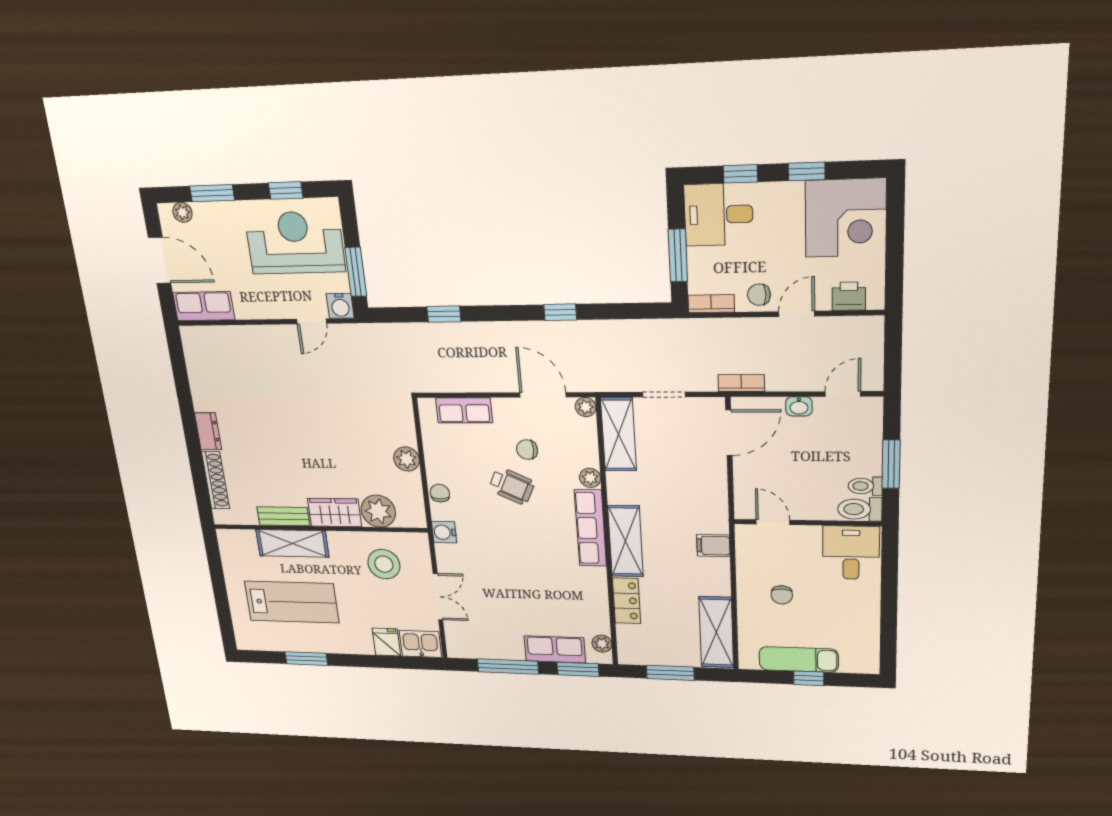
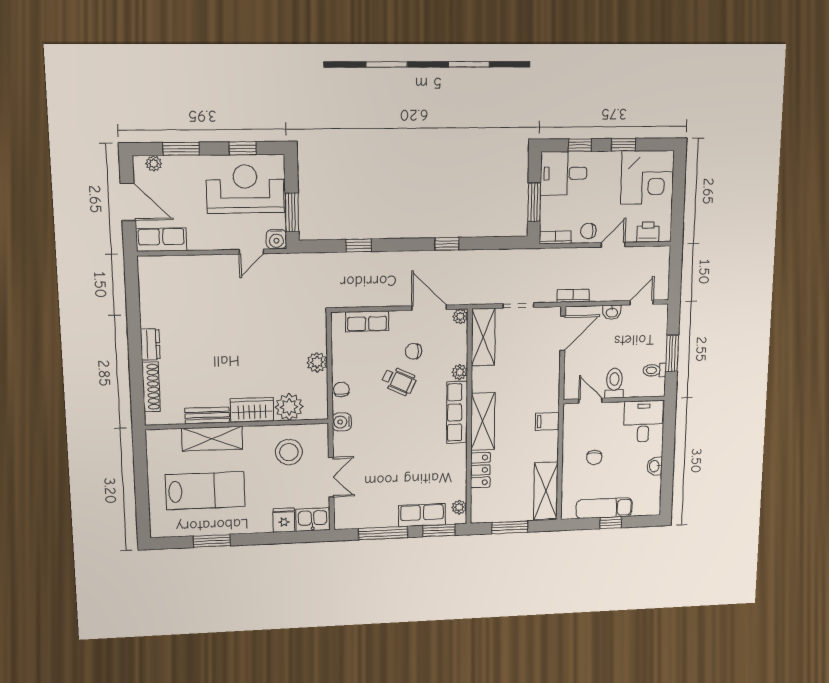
toilet: (860, 509) -> (614, 383), moved, turned 90
washbasin: (870, 612) -> (655, 466), added

